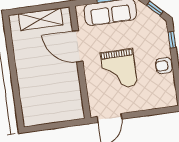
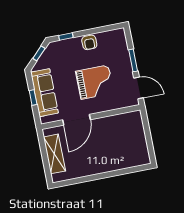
window: (141, 114) -> (133, 60), added

